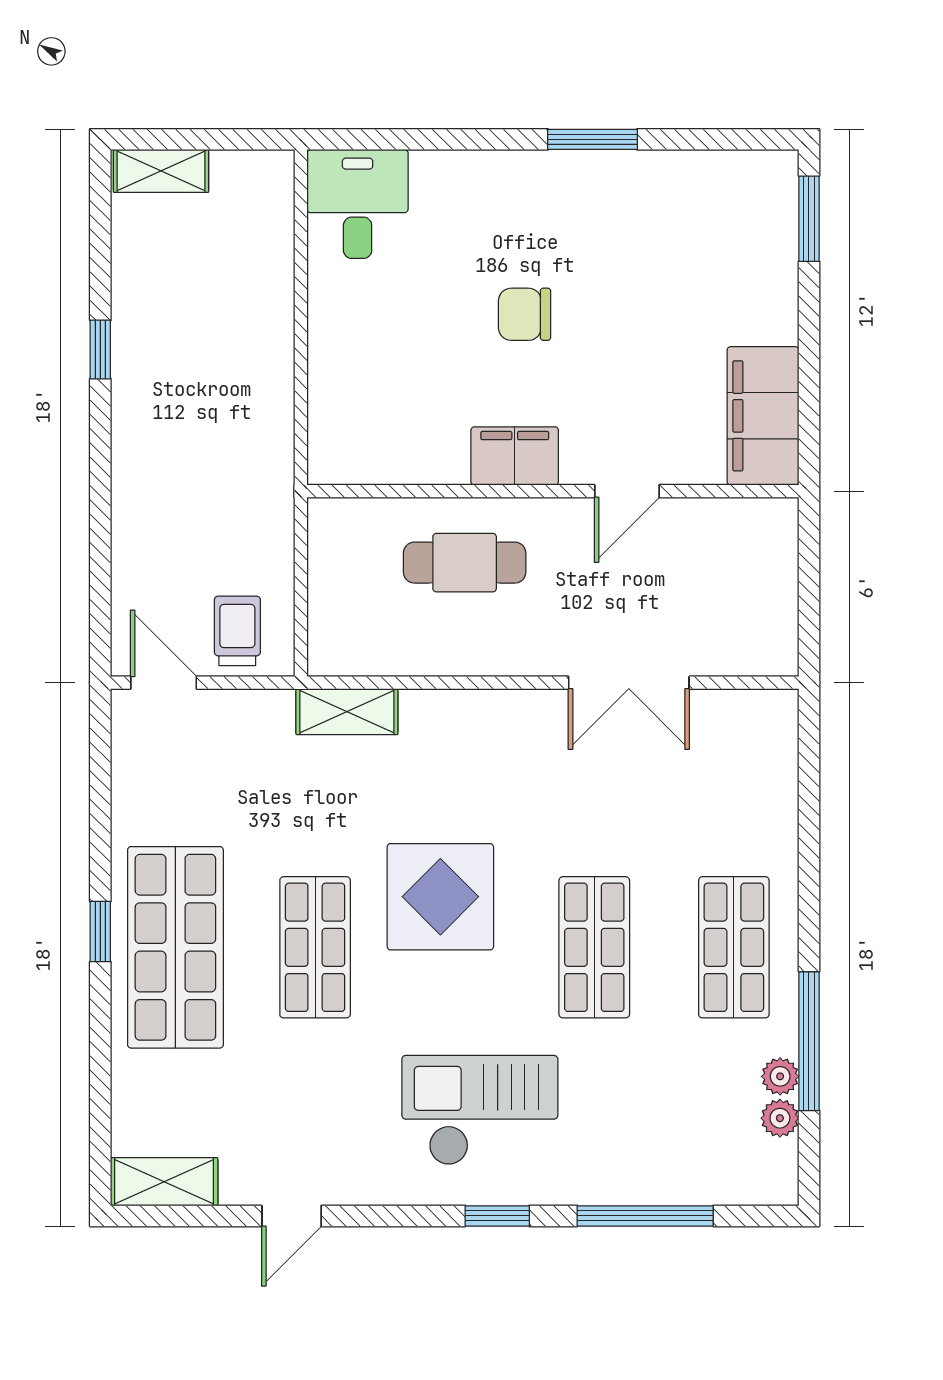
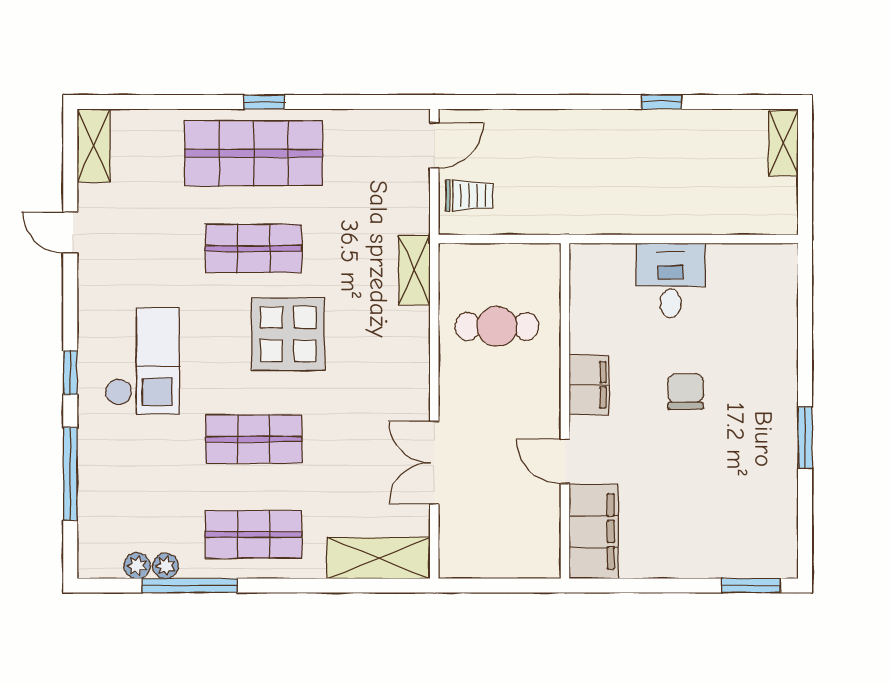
desk: (358, 204) -> (671, 280), moved, turned -90
filing cabinet: (763, 416) -> (594, 531), moved, turned 90
cafe table: (465, 563) -> (497, 326), moved, turned 90
shelving: (769, 764) -> (379, 558), added

